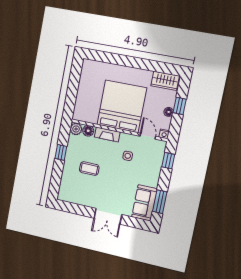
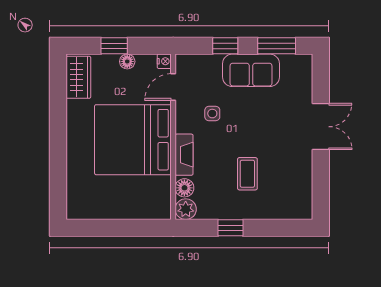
window: (168, 161) -> (225, 46), moved
sofa: (144, 203) -> (251, 70), moved

